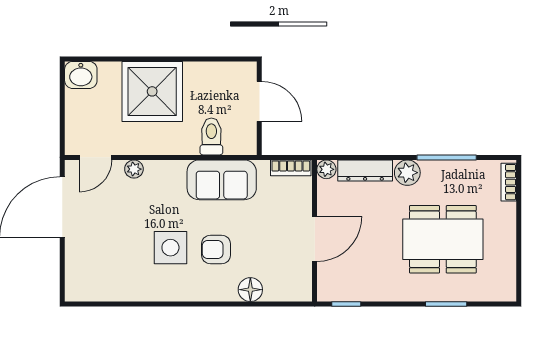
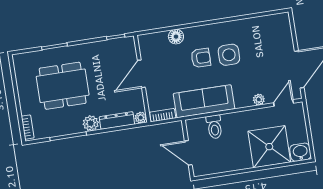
shower: (152, 91) -> (269, 147), moved
sofa: (222, 180) -> (204, 101), width x1.36

